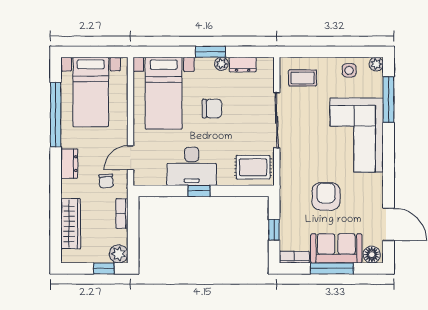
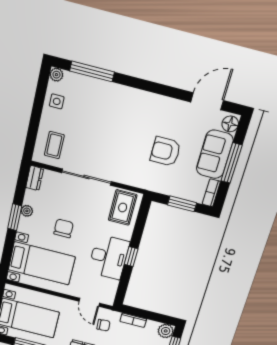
dresser: (243, 65) -> (35, 178), moved
corner sofa: (357, 135) -> (117, 110), removed
window: (274, 230) -> (182, 204), width x1.50

